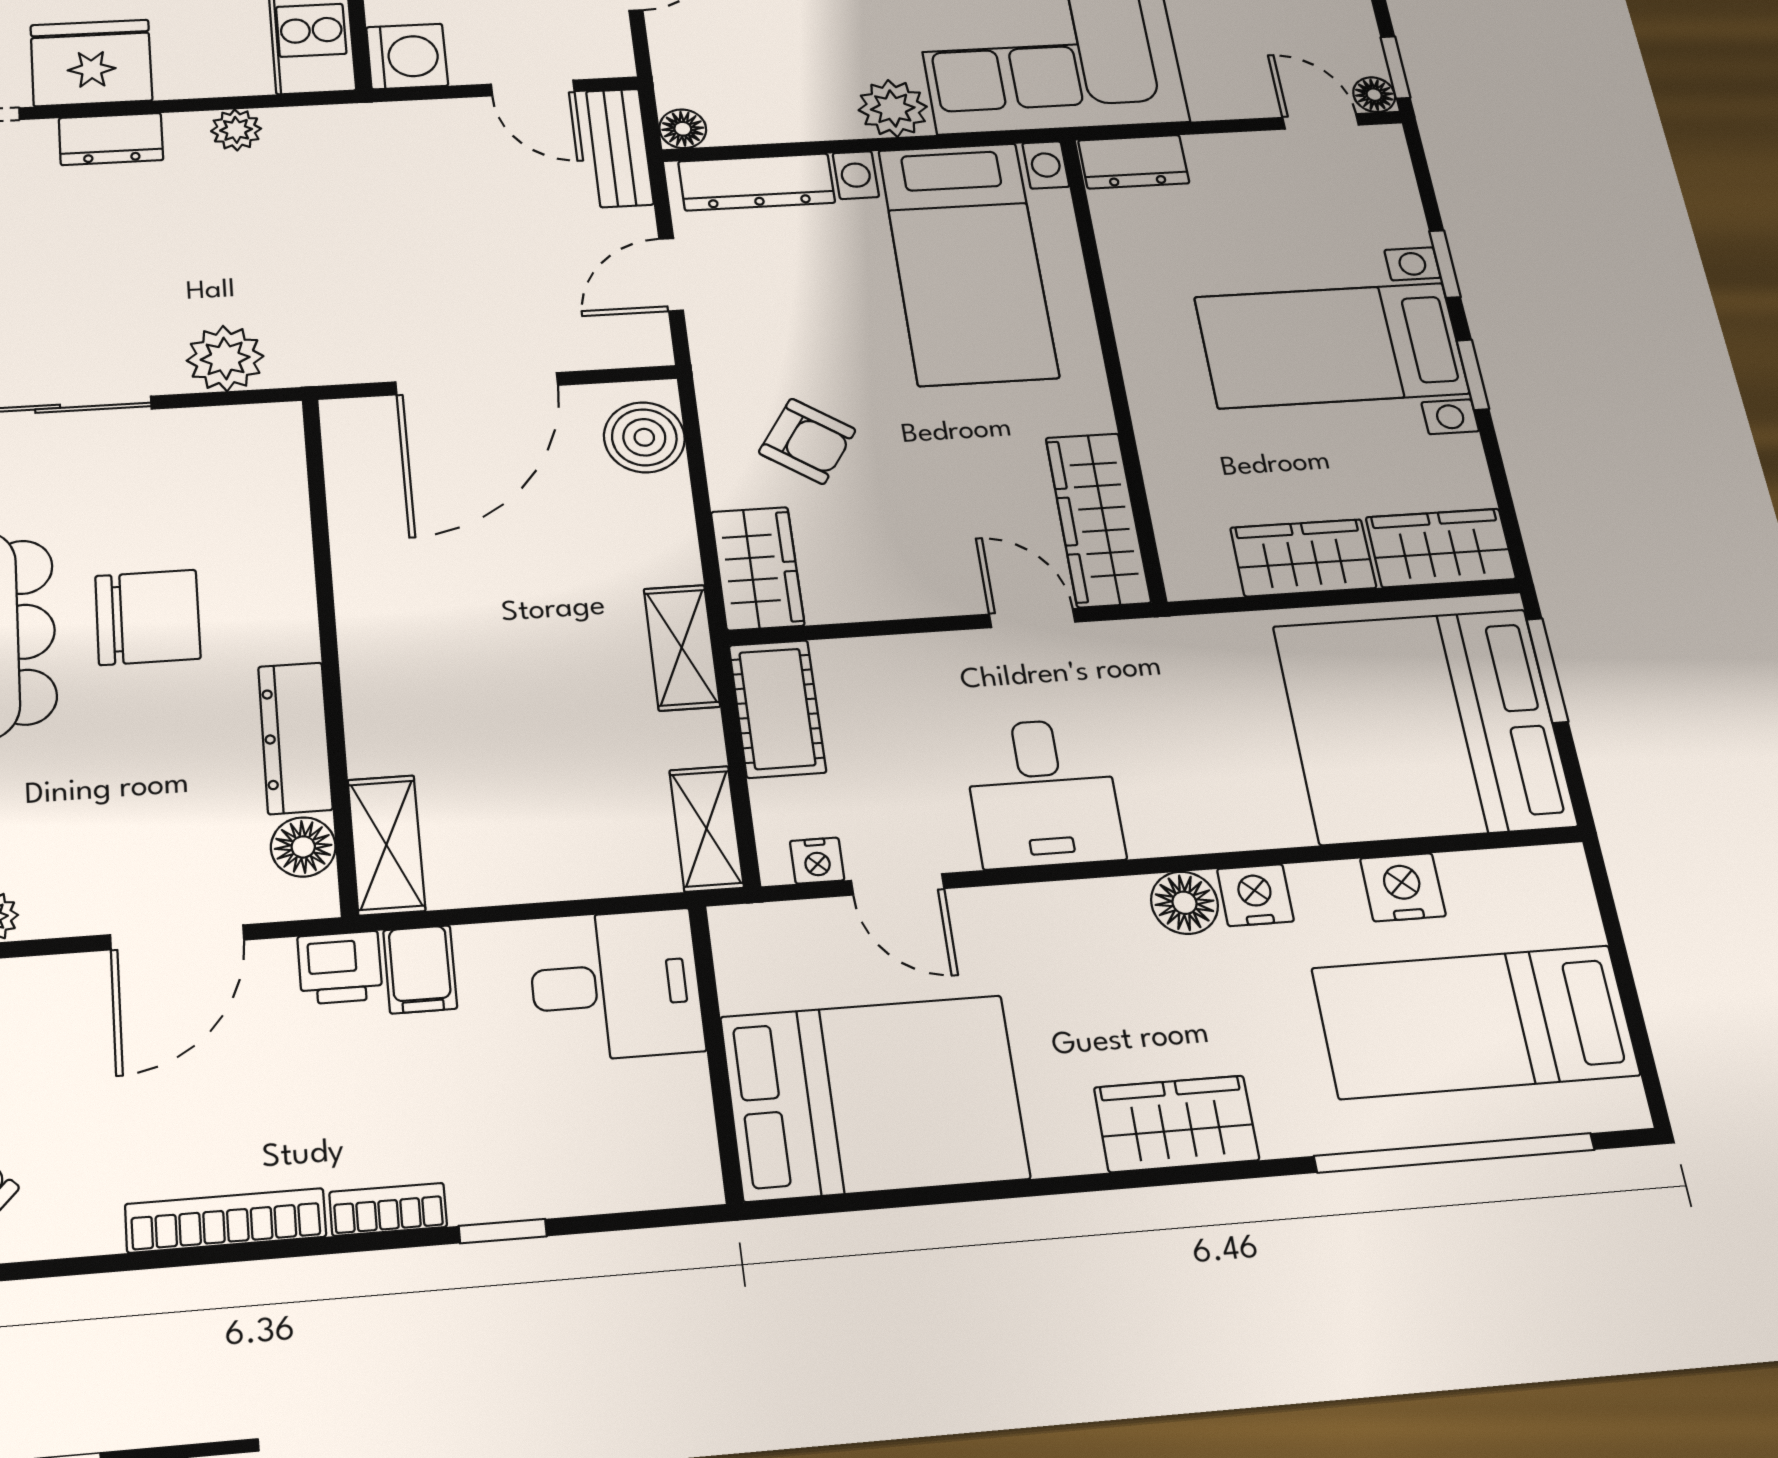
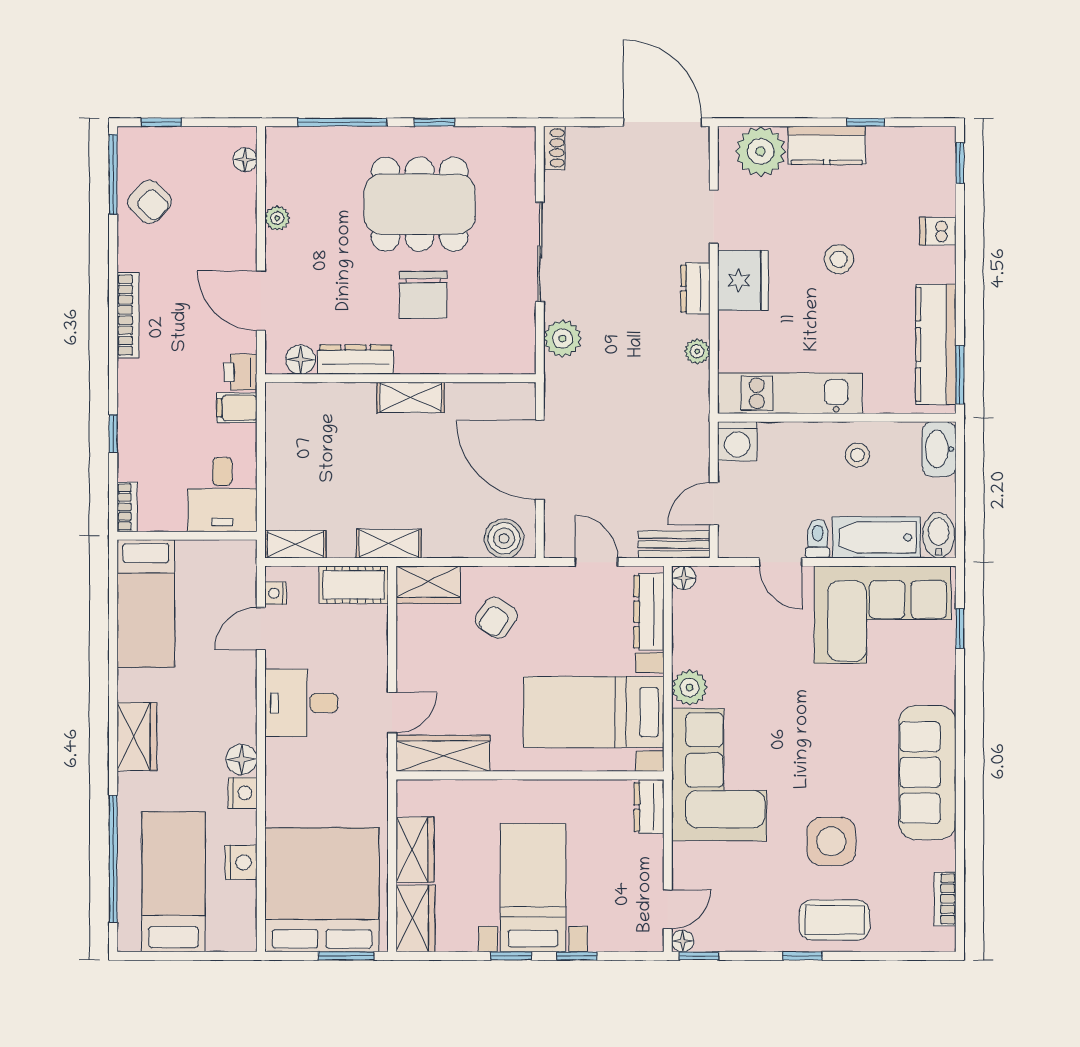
shelving: (386, 845) -> (411, 397), moved
bed: (874, 1097) -> (146, 604), width x0.67
bookcase: (388, 1209) -> (127, 507), moved

